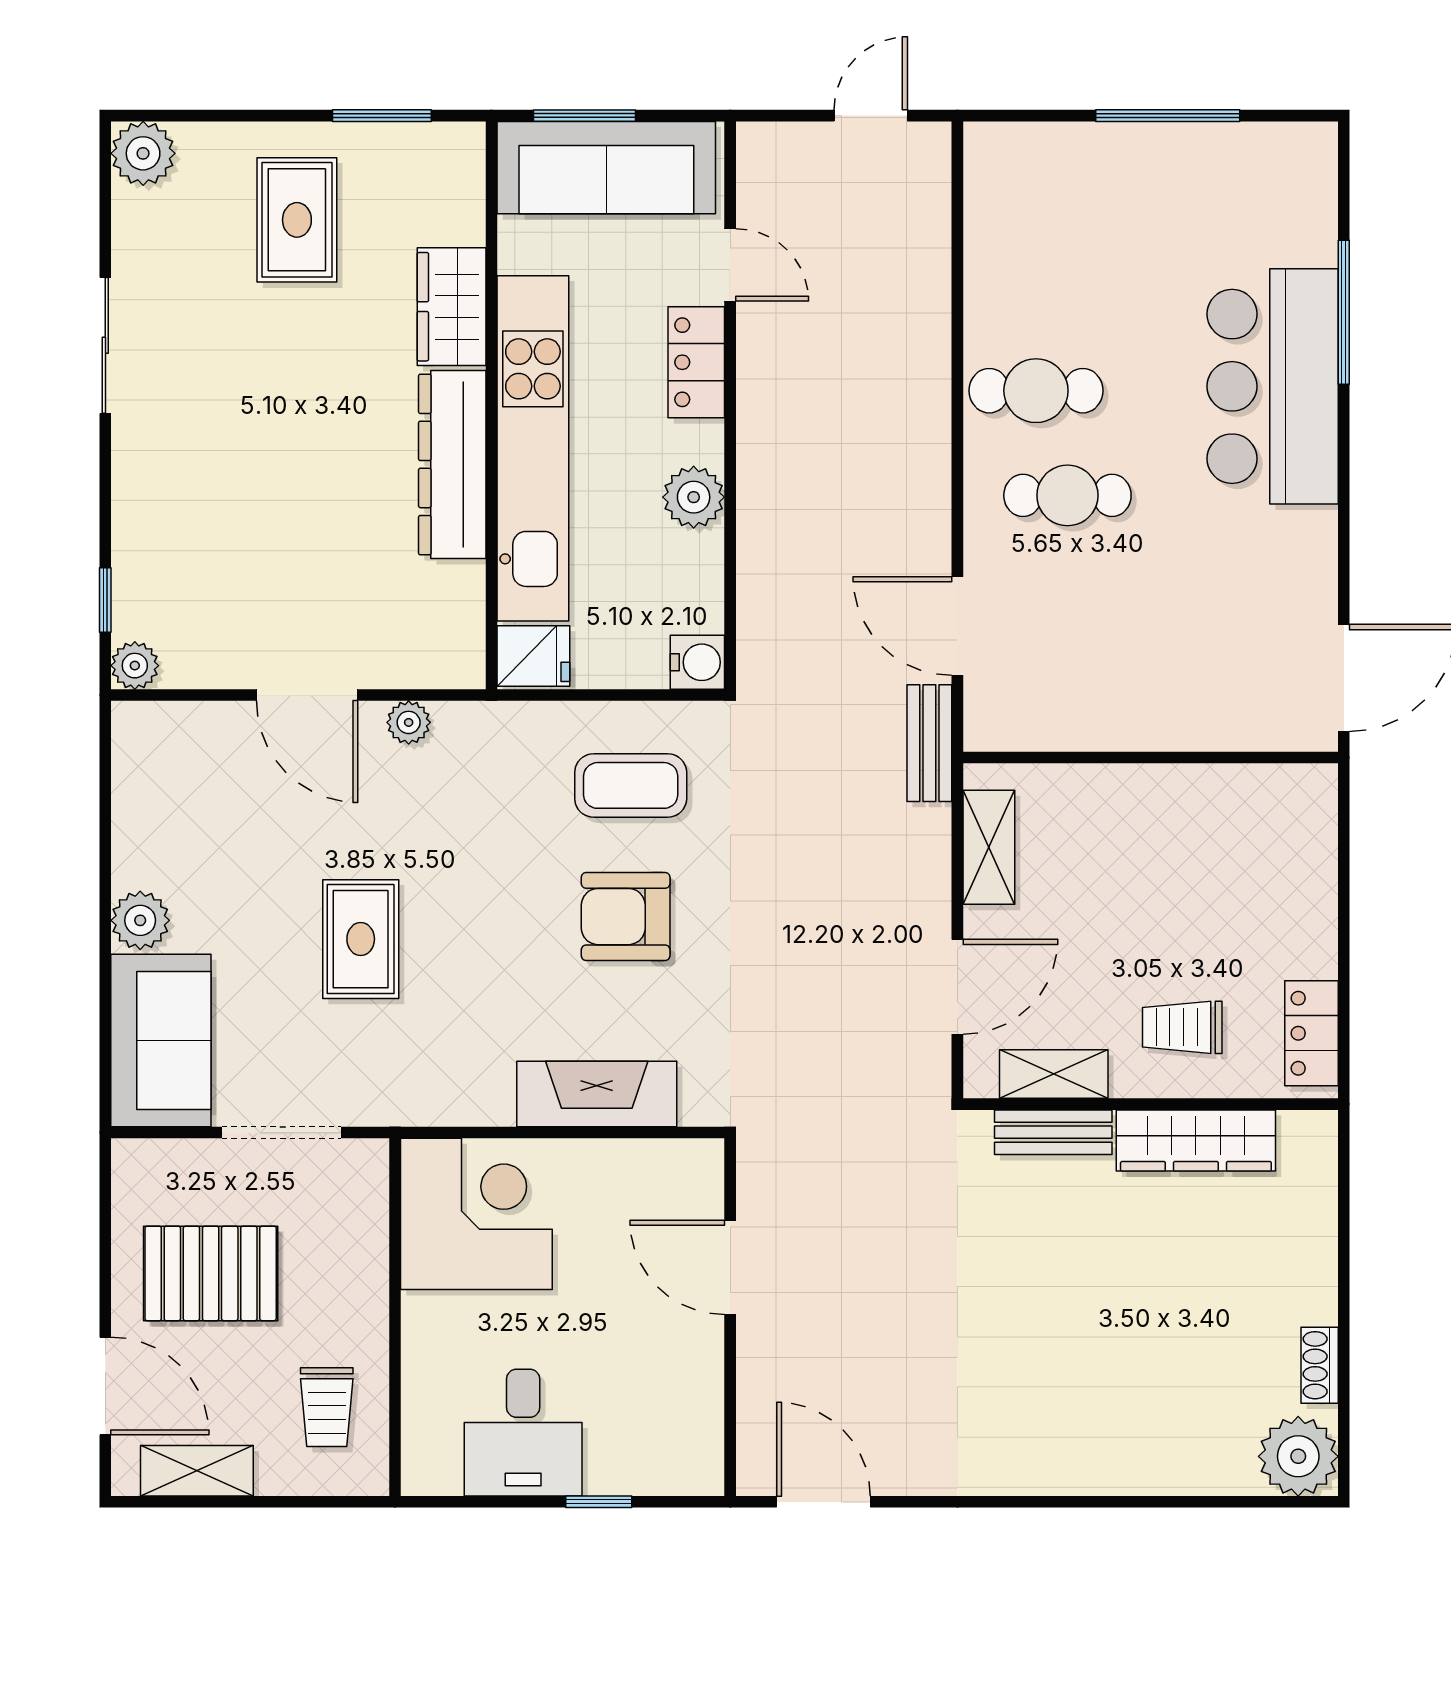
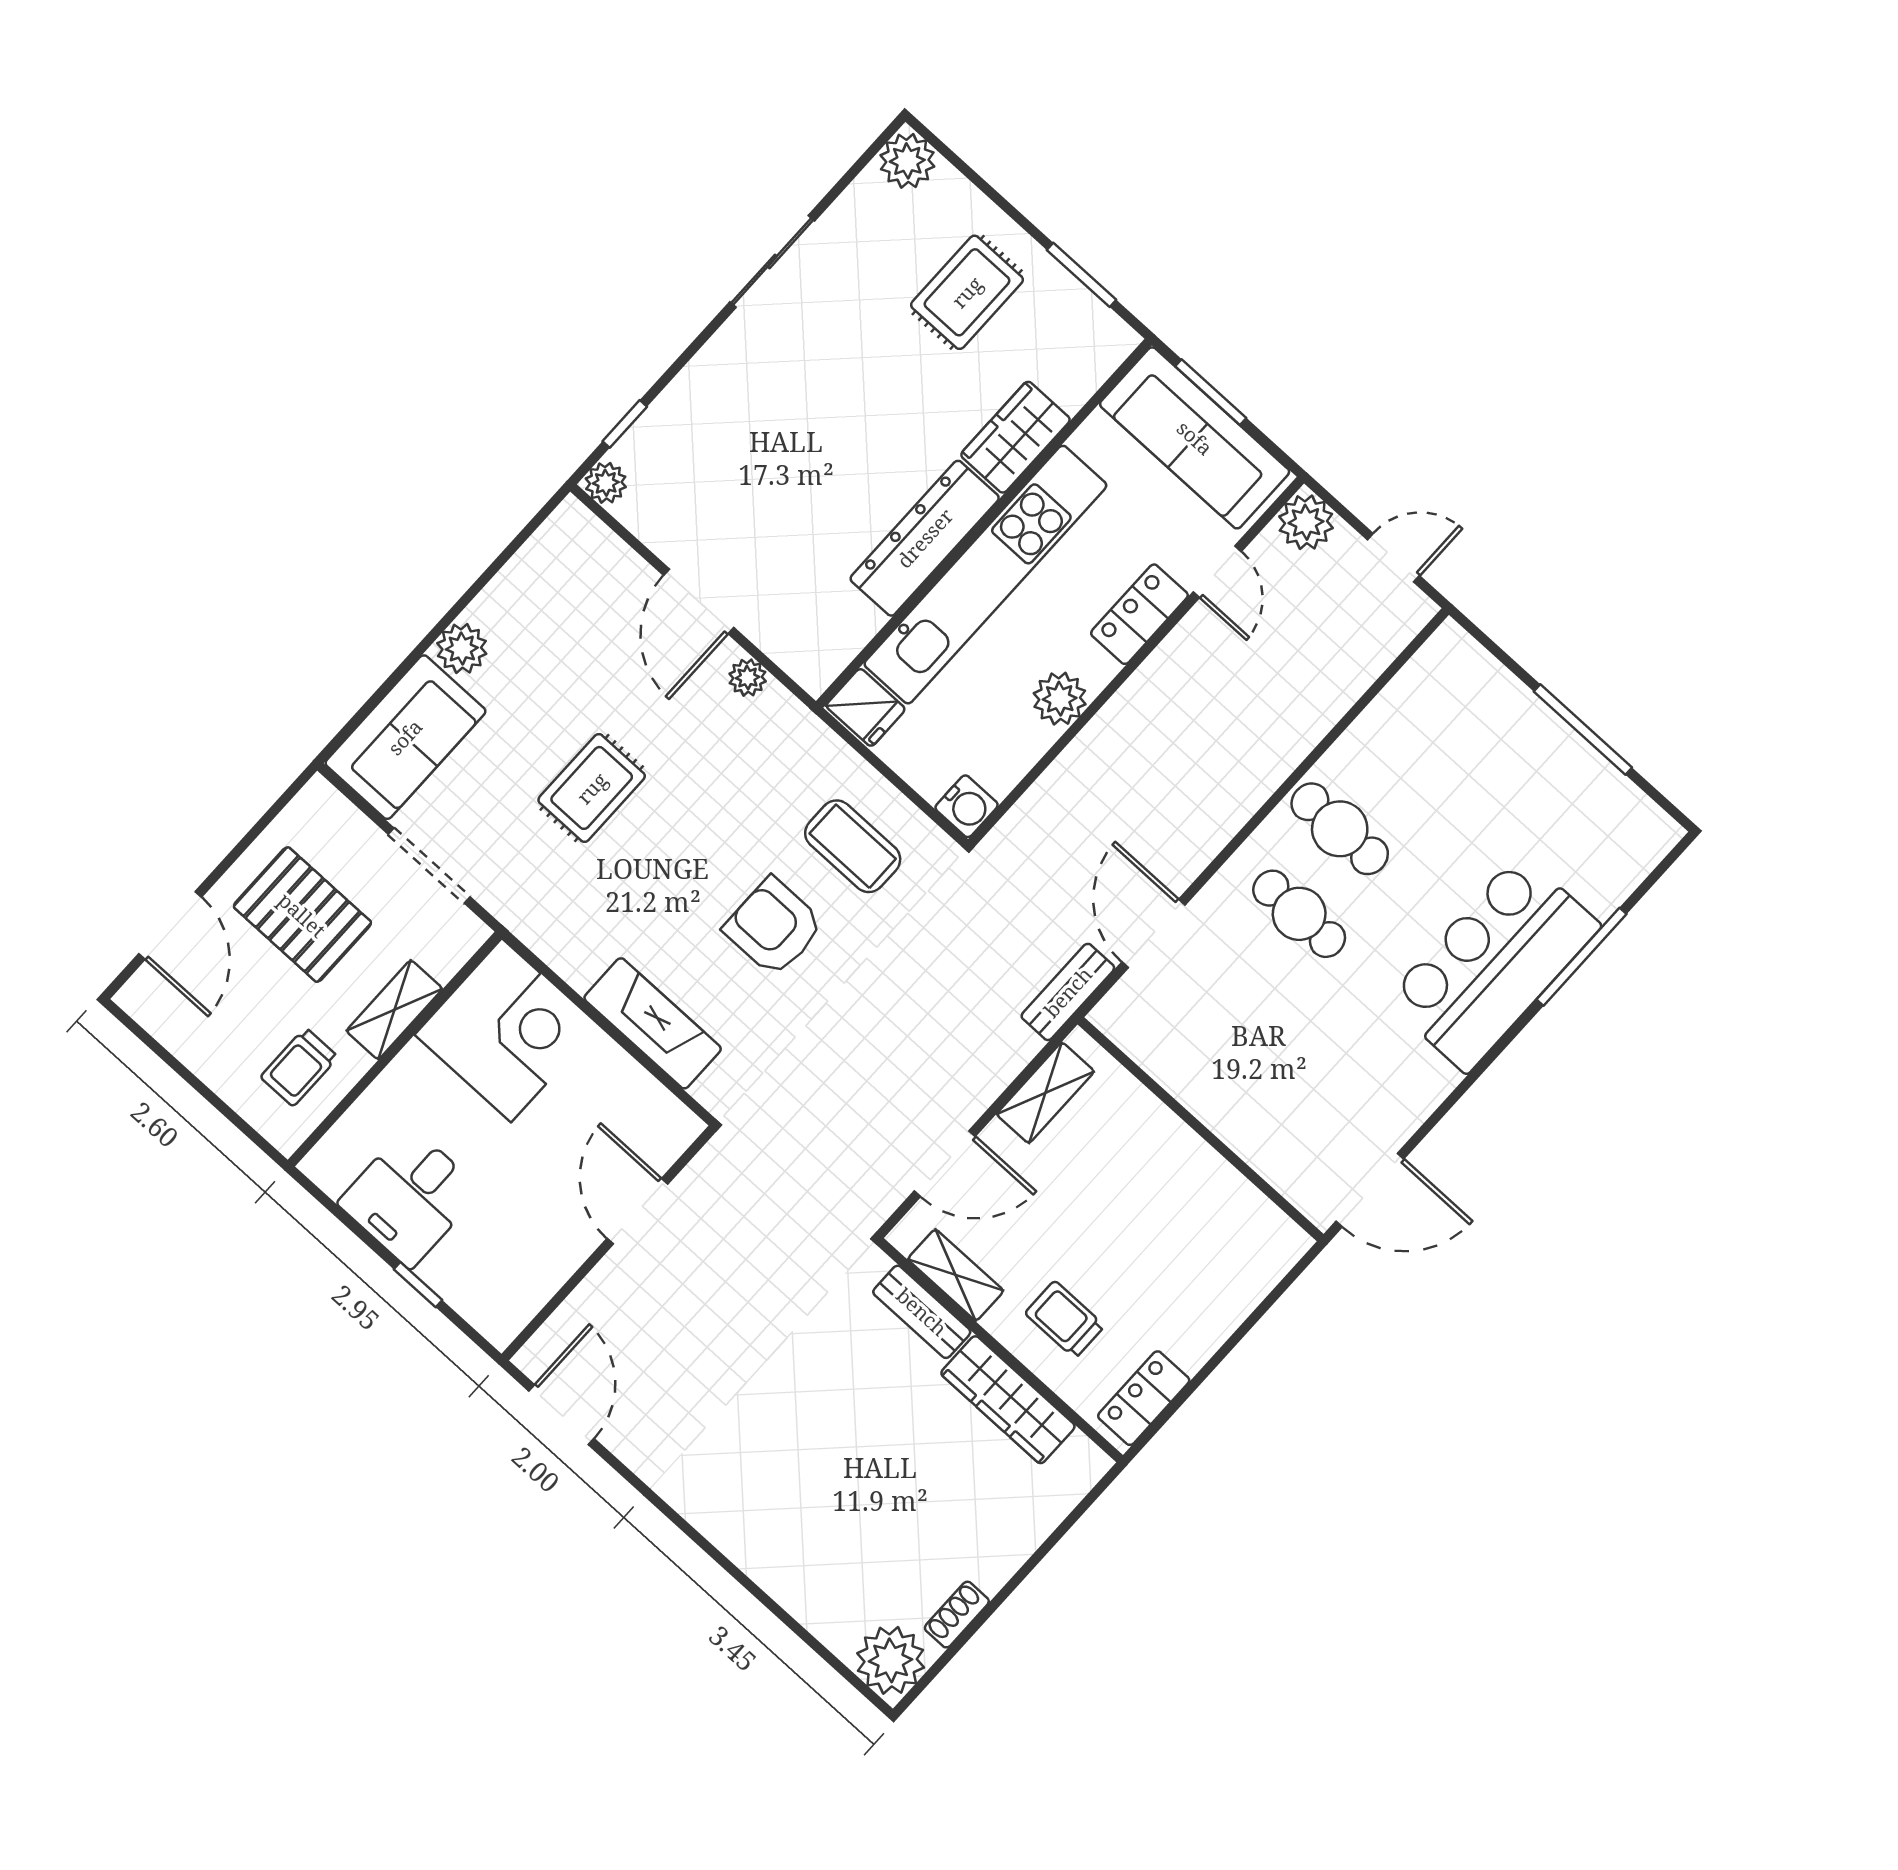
plant: (768, 153) -> (1306, 522), added
shelving: (197, 1471) -> (394, 1010), moved, turned 90

